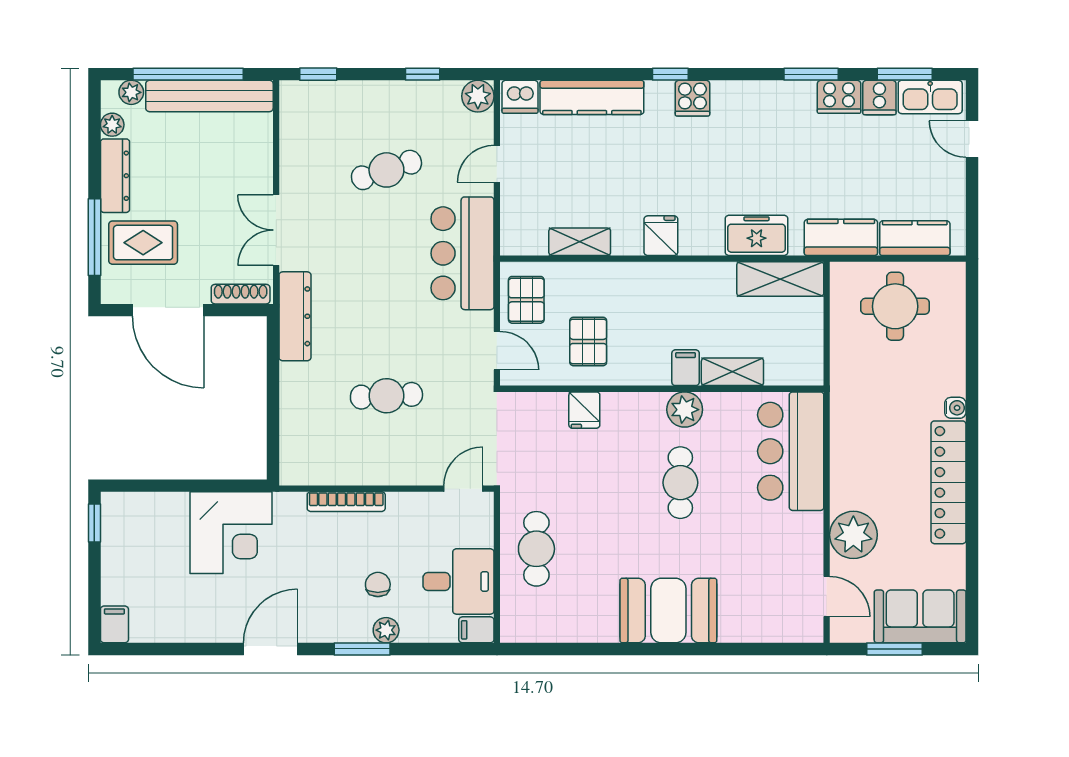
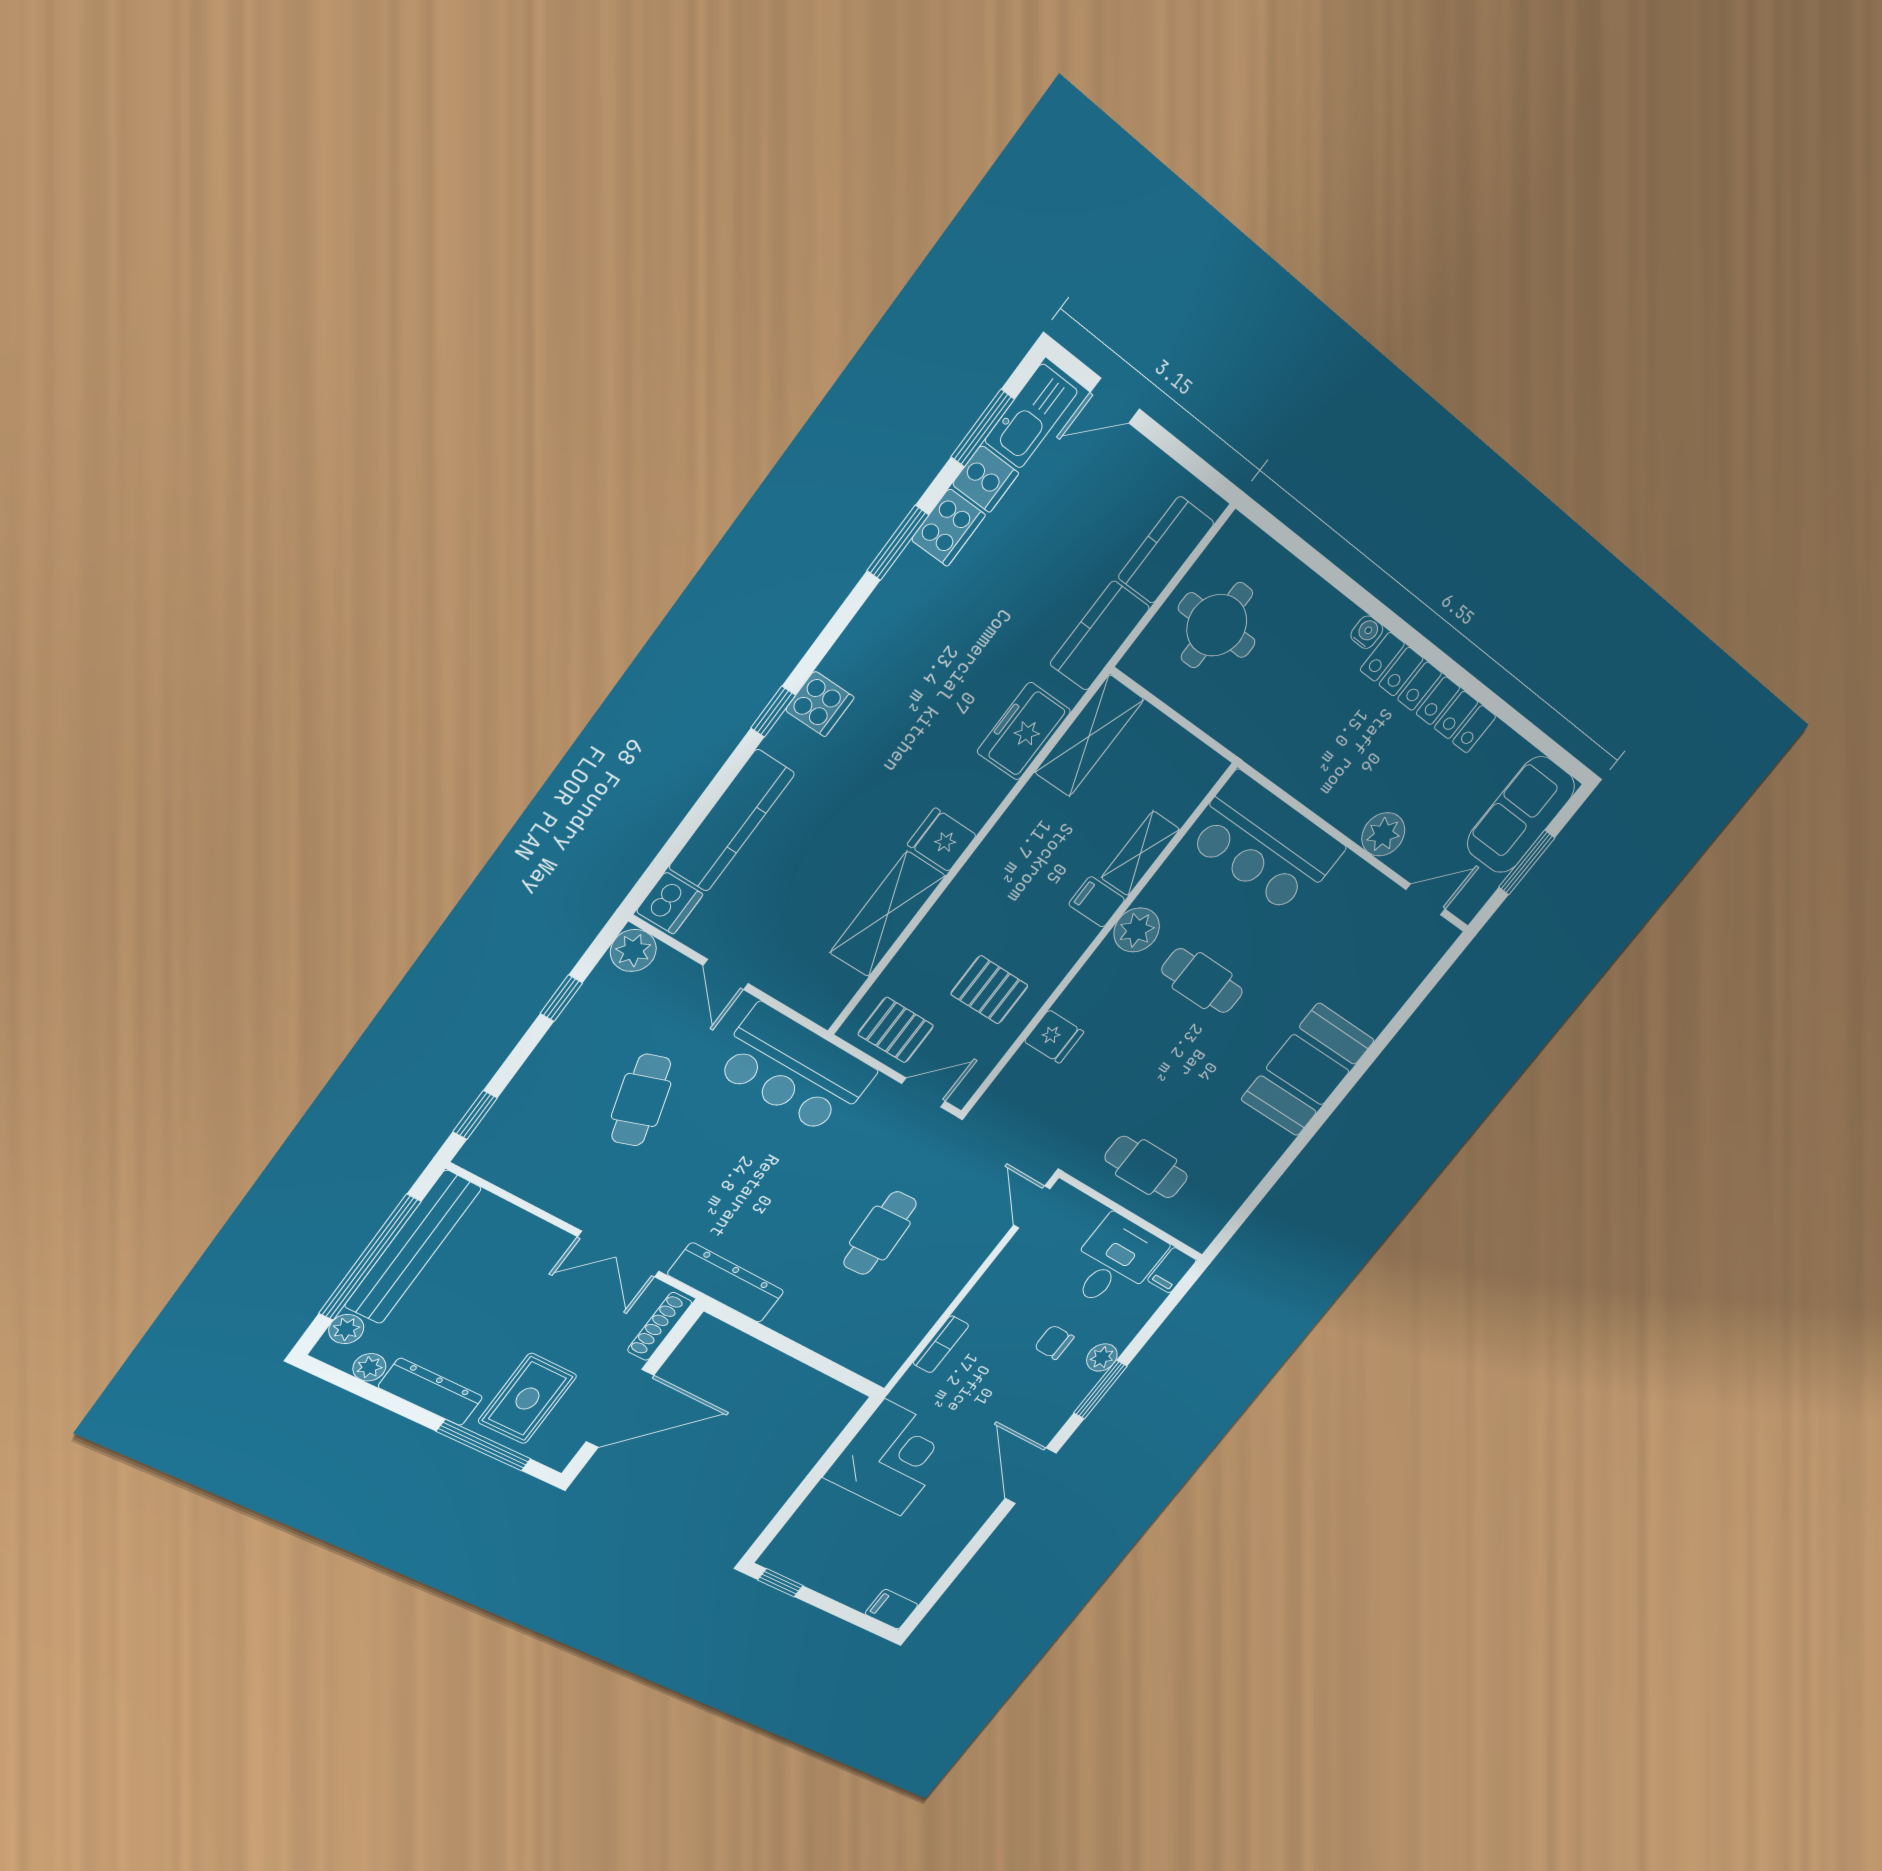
shelving: (580, 242) -> (888, 914), width x1.50, depth x1.33
bookcase: (346, 502) -> (941, 1344), width x0.64
plant: (853, 535) -> (1383, 834), width x0.73, depth x0.73

